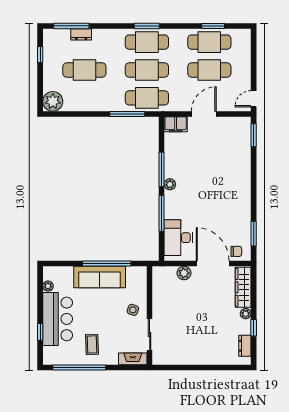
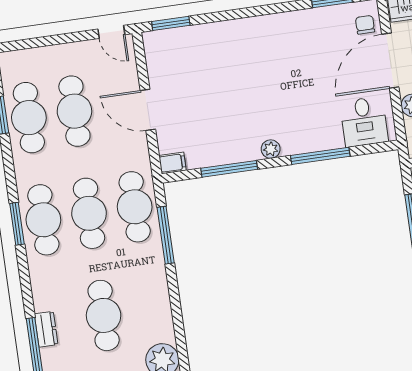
filing cabinet: (176, 124) -> (172, 163), width x0.50
window: (162, 169) -> (229, 169), moved
desk: (178, 238) -> (364, 122), width x0.73

